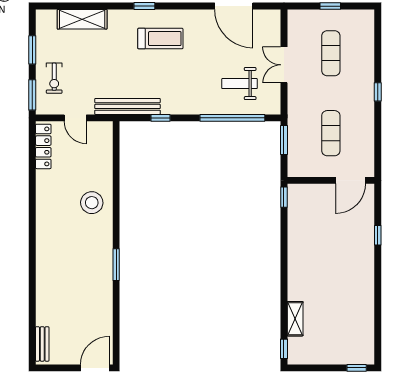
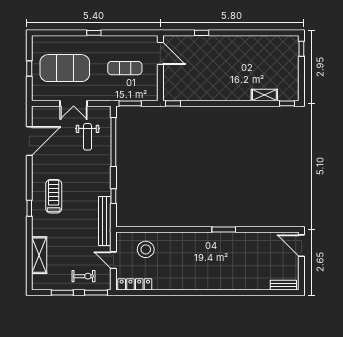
exercise mat: (331, 53) -> (65, 68), width x2.00, depth x1.45
door: (75, 118) -> (113, 260), swing flipped
stool: (92, 203) -> (146, 249), moved

